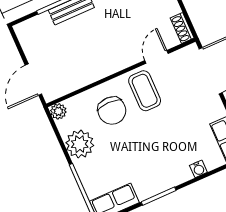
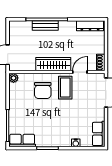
wardrobe: (110, 63) -> (53, 64), added
plant: (80, 144) -> (17, 101), removed

